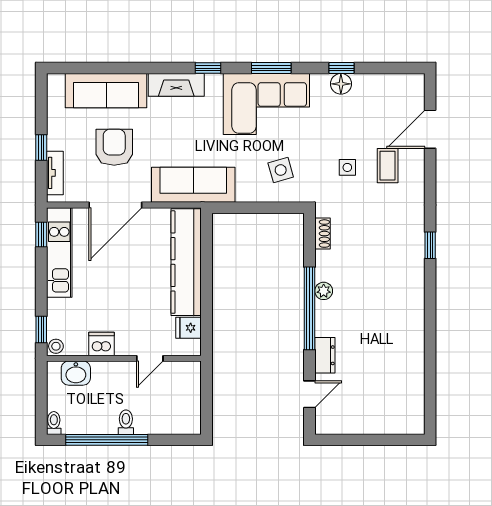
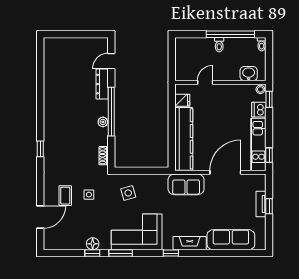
window: (271, 68) -> (121, 253), moved
armchair: (114, 147) -> (226, 206), removed
tv unit: (55, 173) -> (261, 204), moved
sofa: (193, 185) -> (186, 184), width x0.73
dishwasher: (102, 344) -> (259, 110), moved, turned 90
dresser: (325, 355) -> (102, 84), width x1.44

